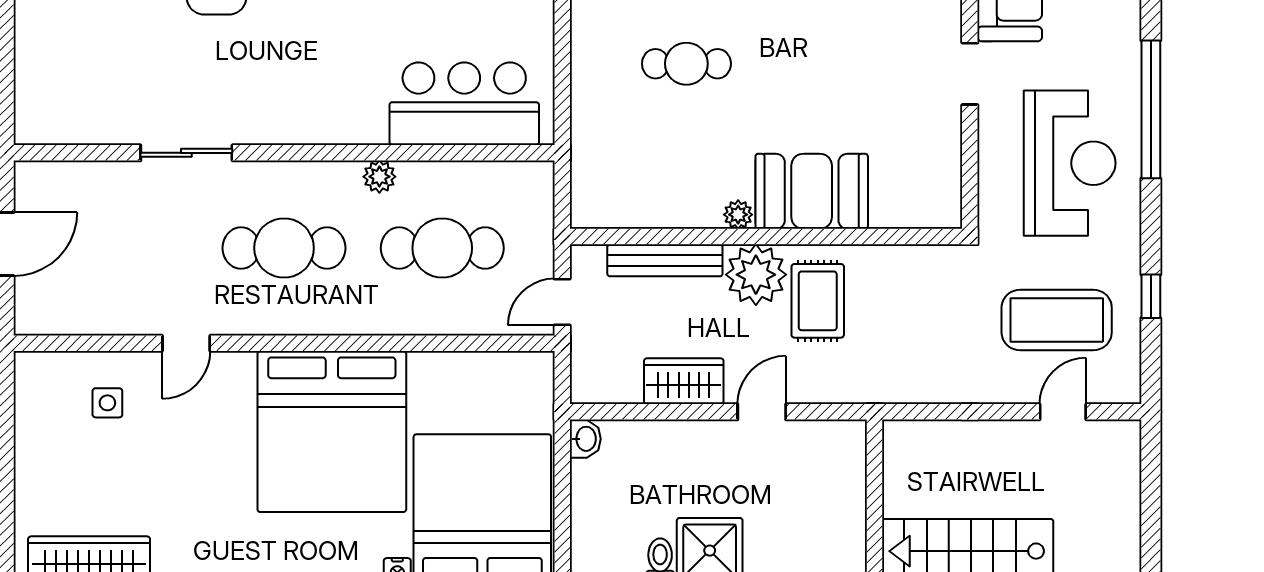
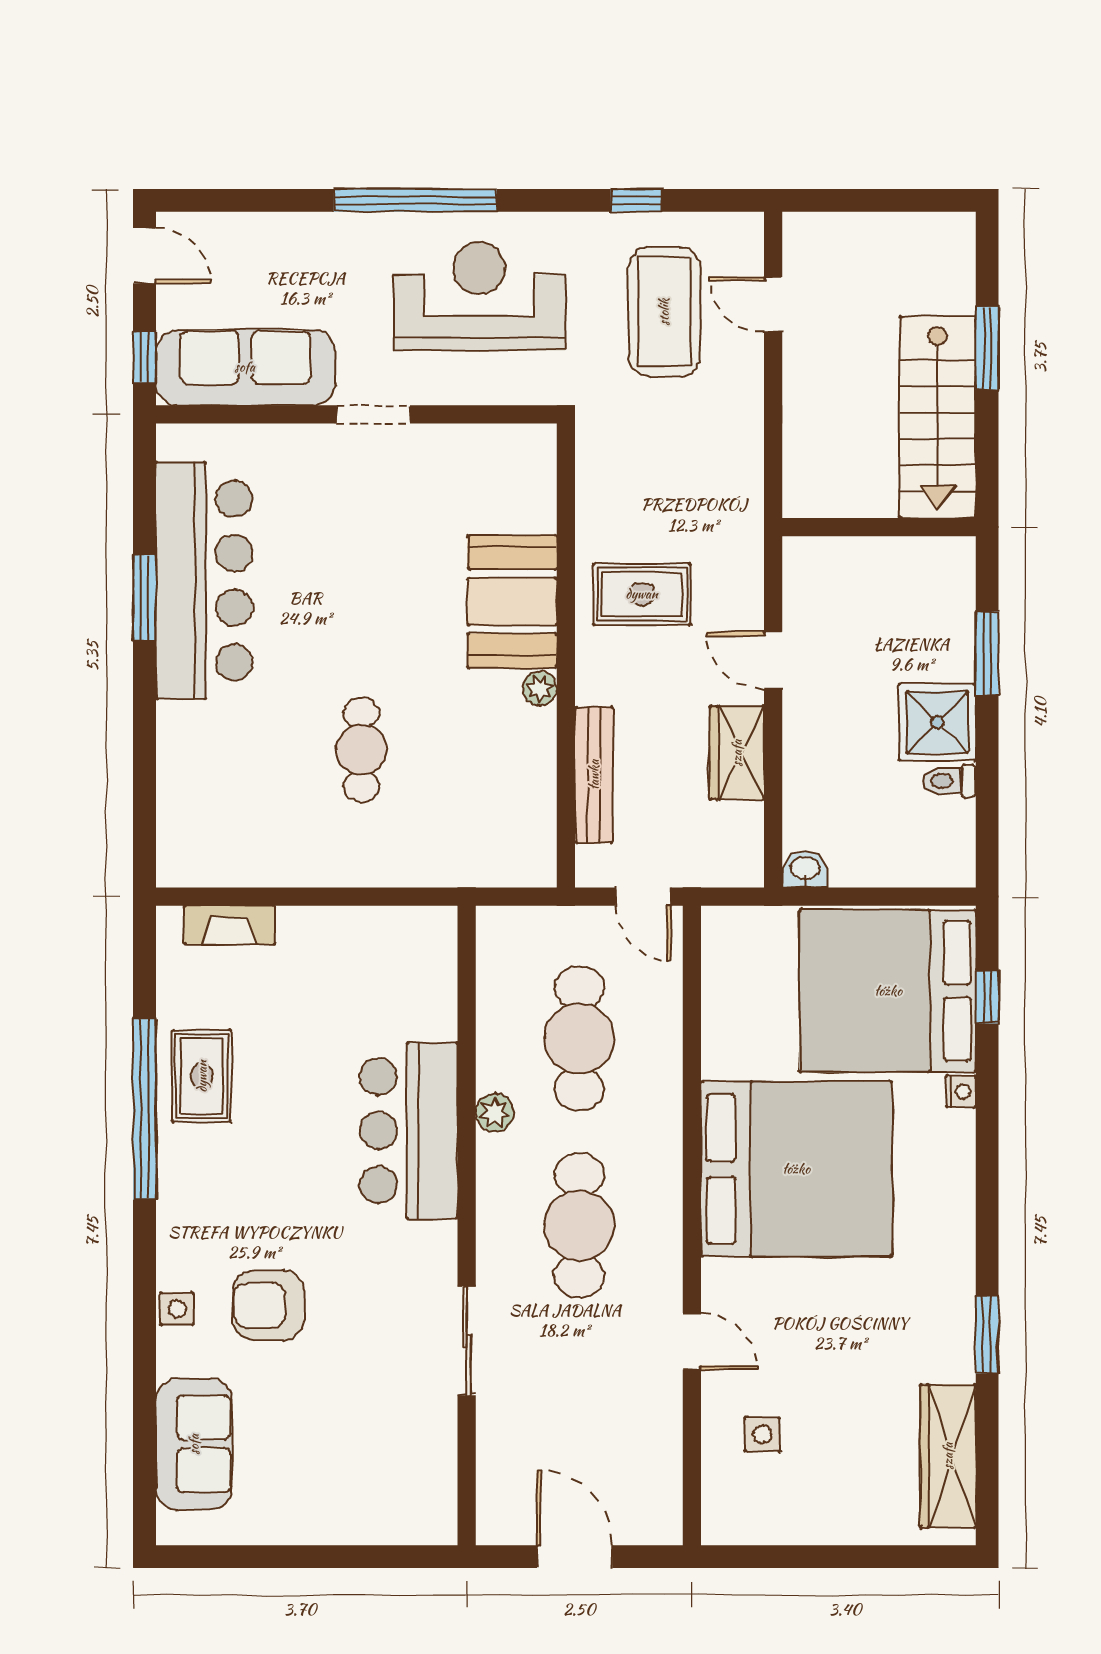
bar counter: (464, 104) -> (409, 1131), moved
plant: (756, 275) -> (611, 667), removed

